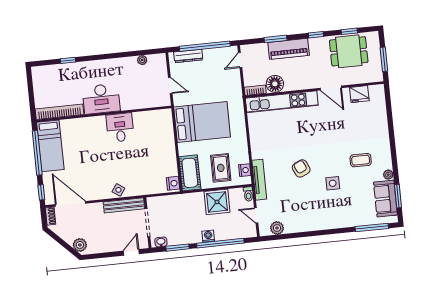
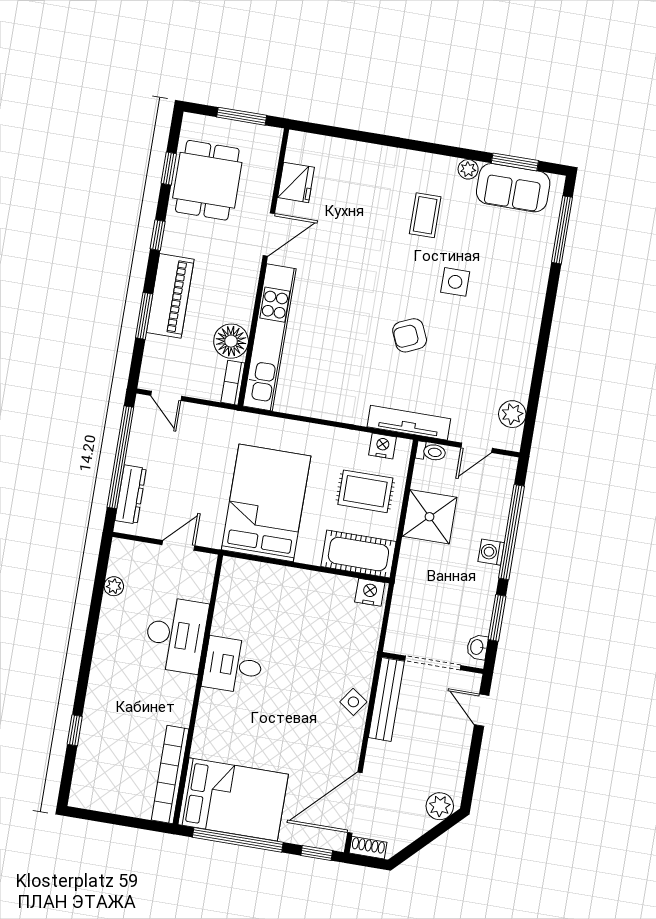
desk: (101, 99) -> (176, 635), moved
bed: (50, 146) -> (233, 799), width x1.50

